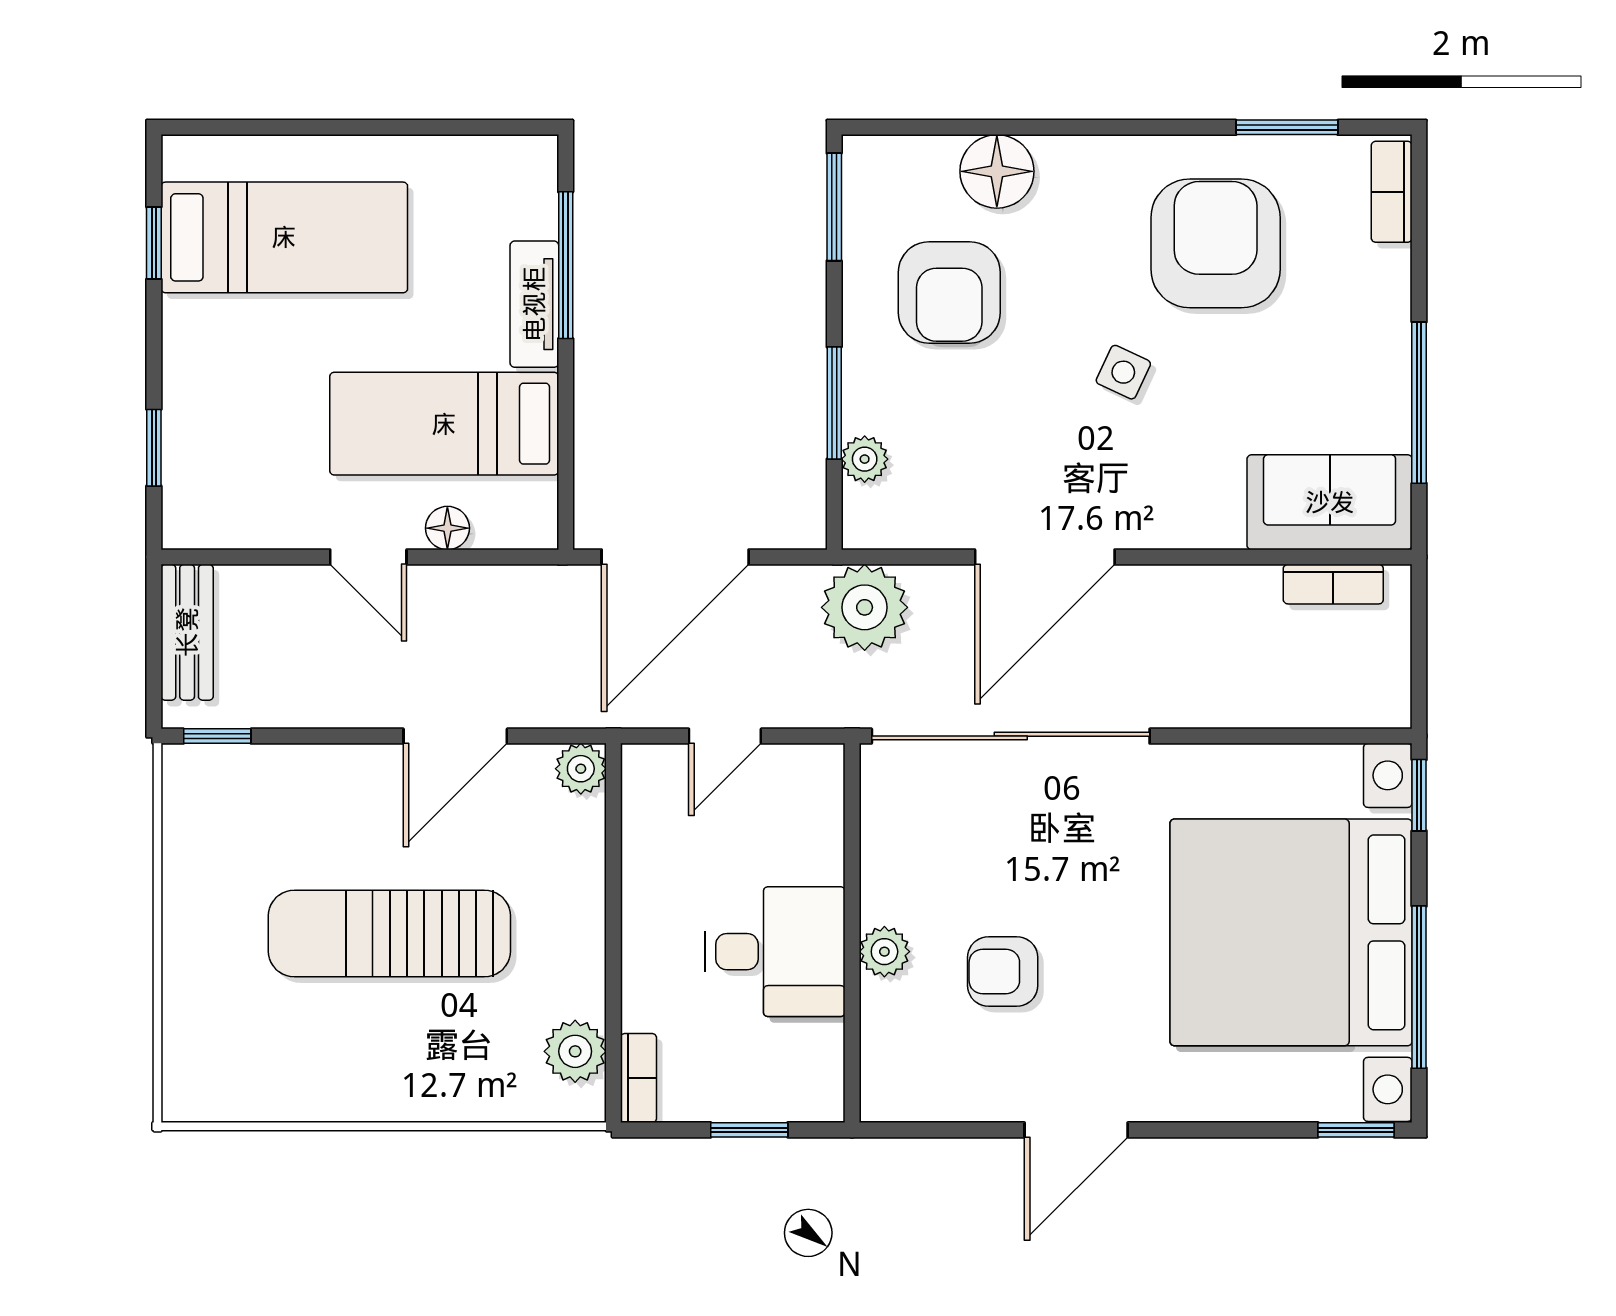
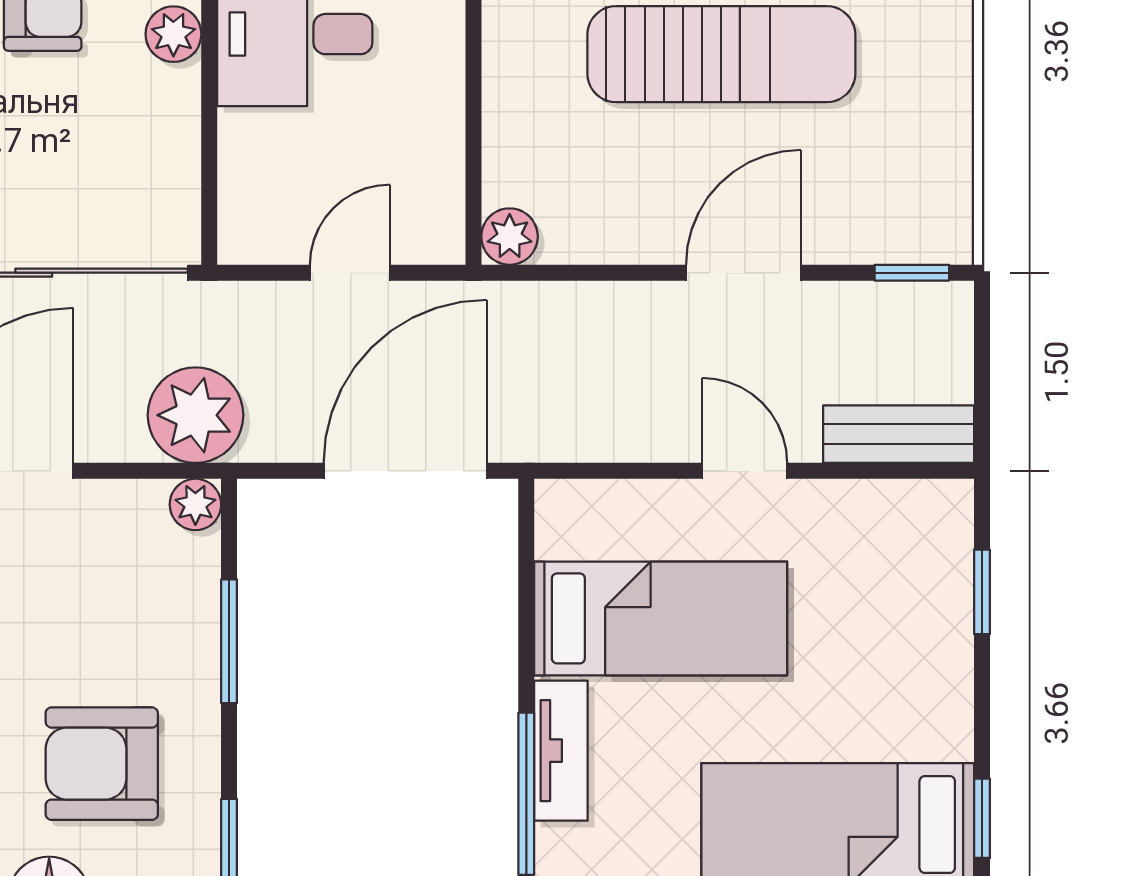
armchair: (949, 292) -> (102, 764), turned -90
plant: (865, 459) -> (195, 504), moved
floor lamp: (447, 528) -> (657, 503), removed
bench: (187, 632) -> (899, 434), moved, turned 90
door: (455, 736) -> (743, 273), moved

